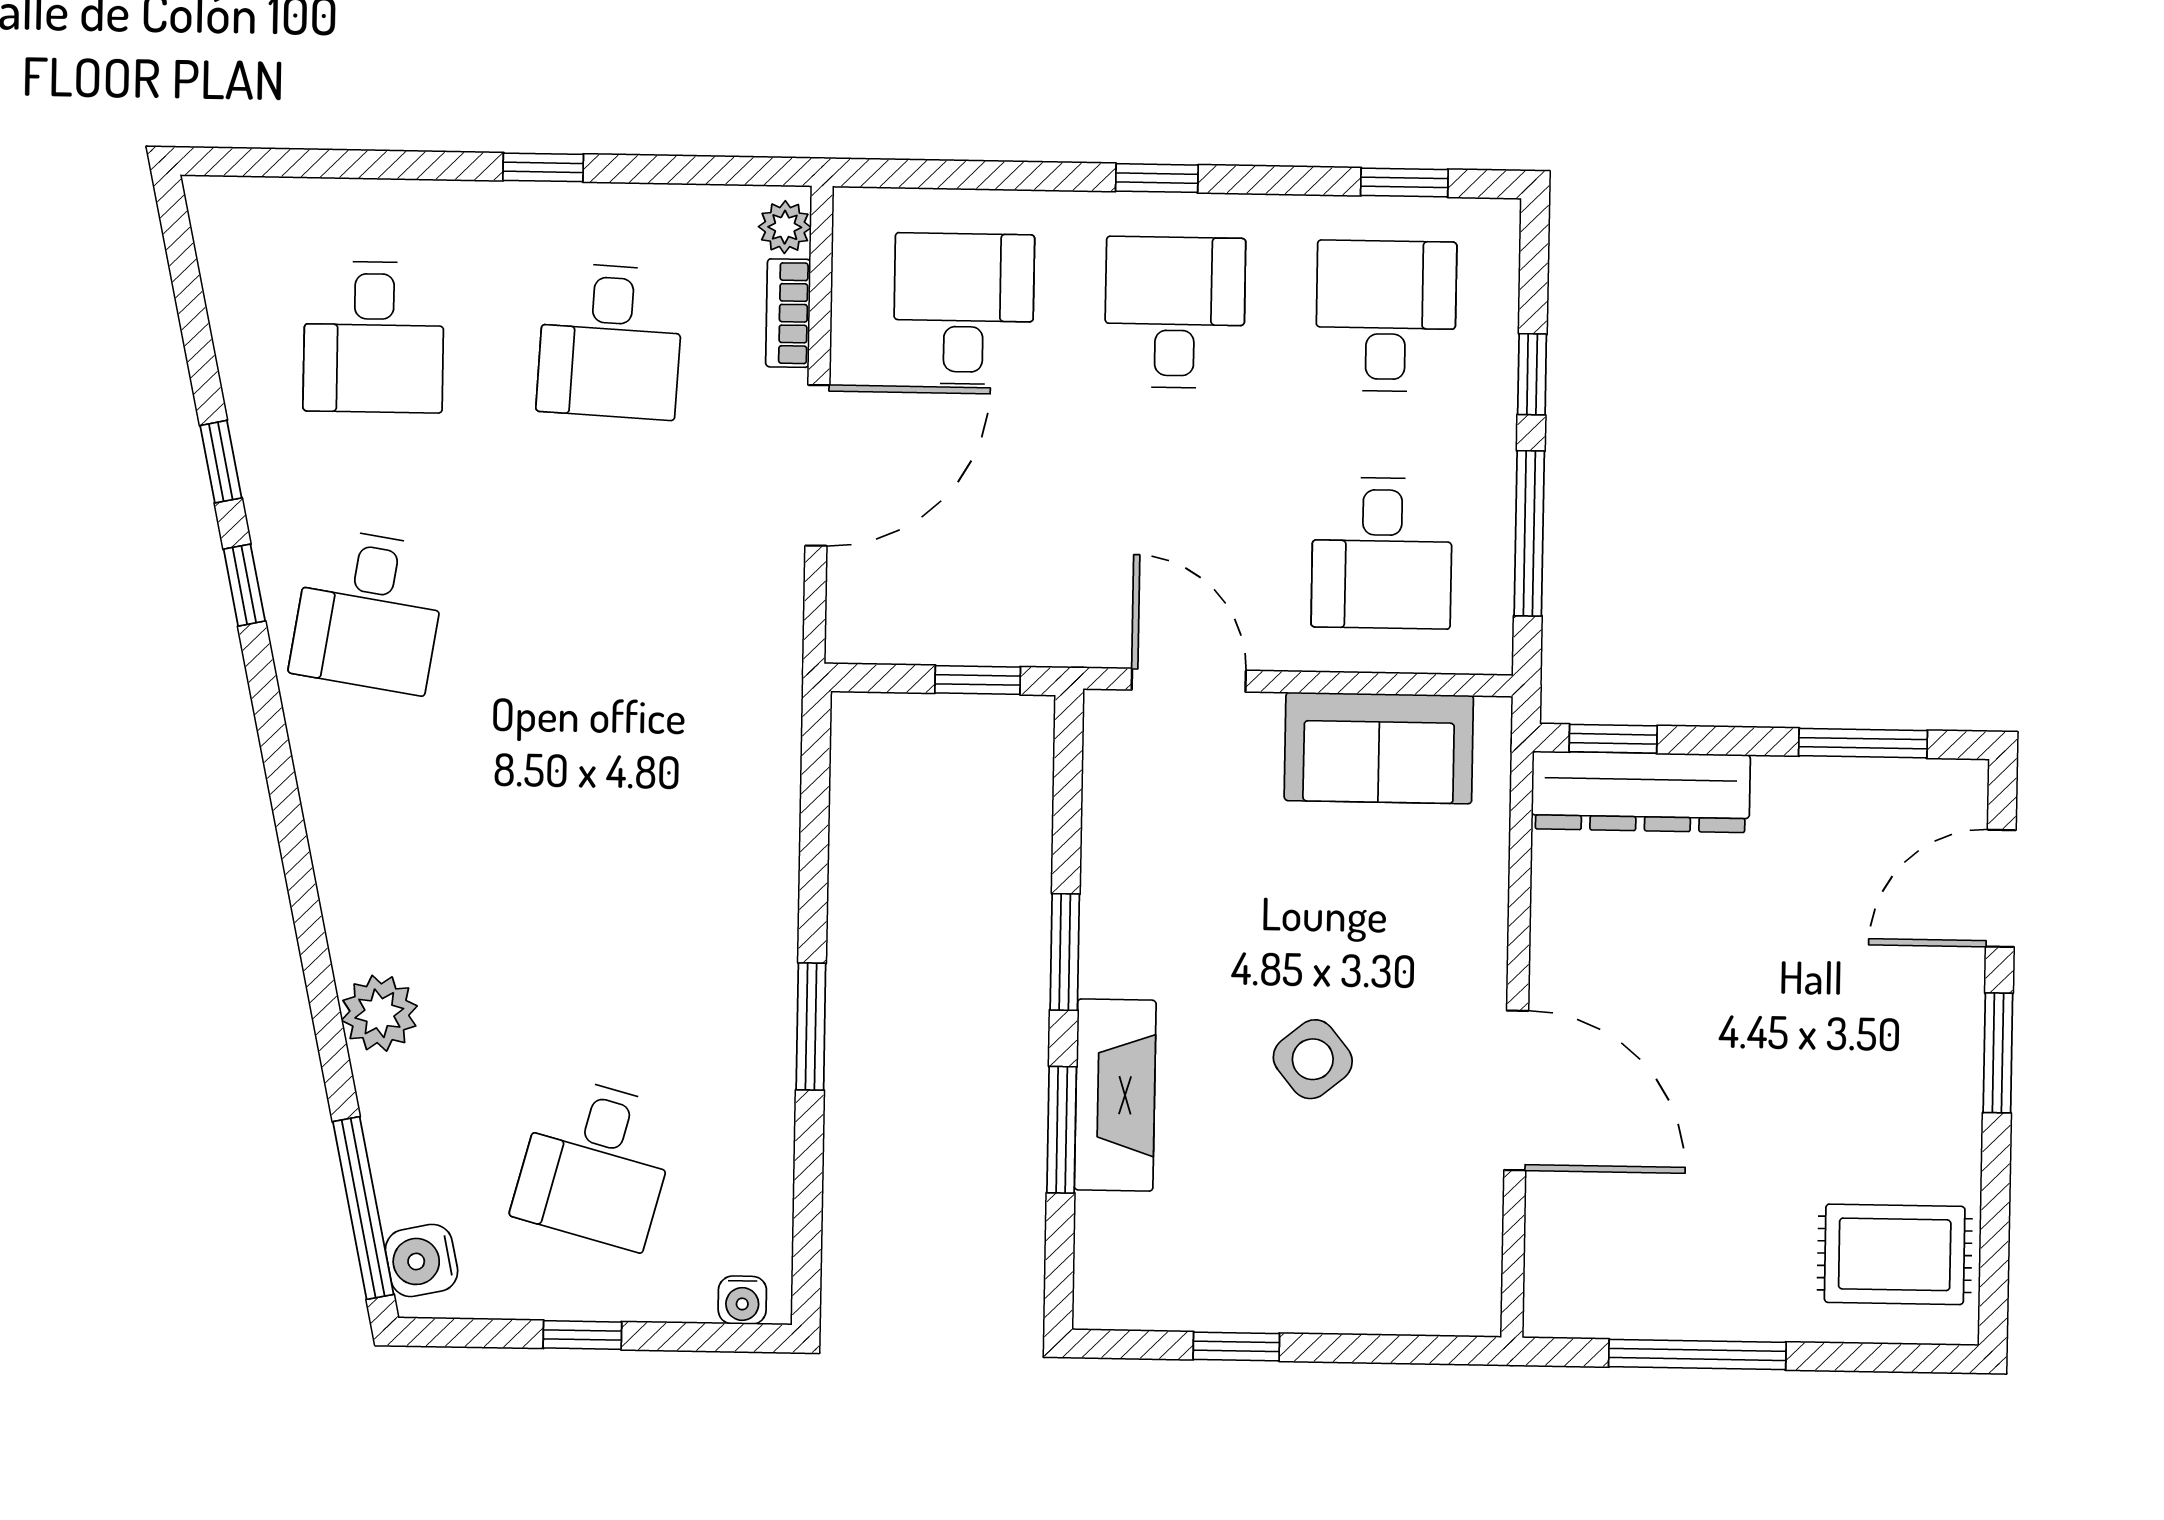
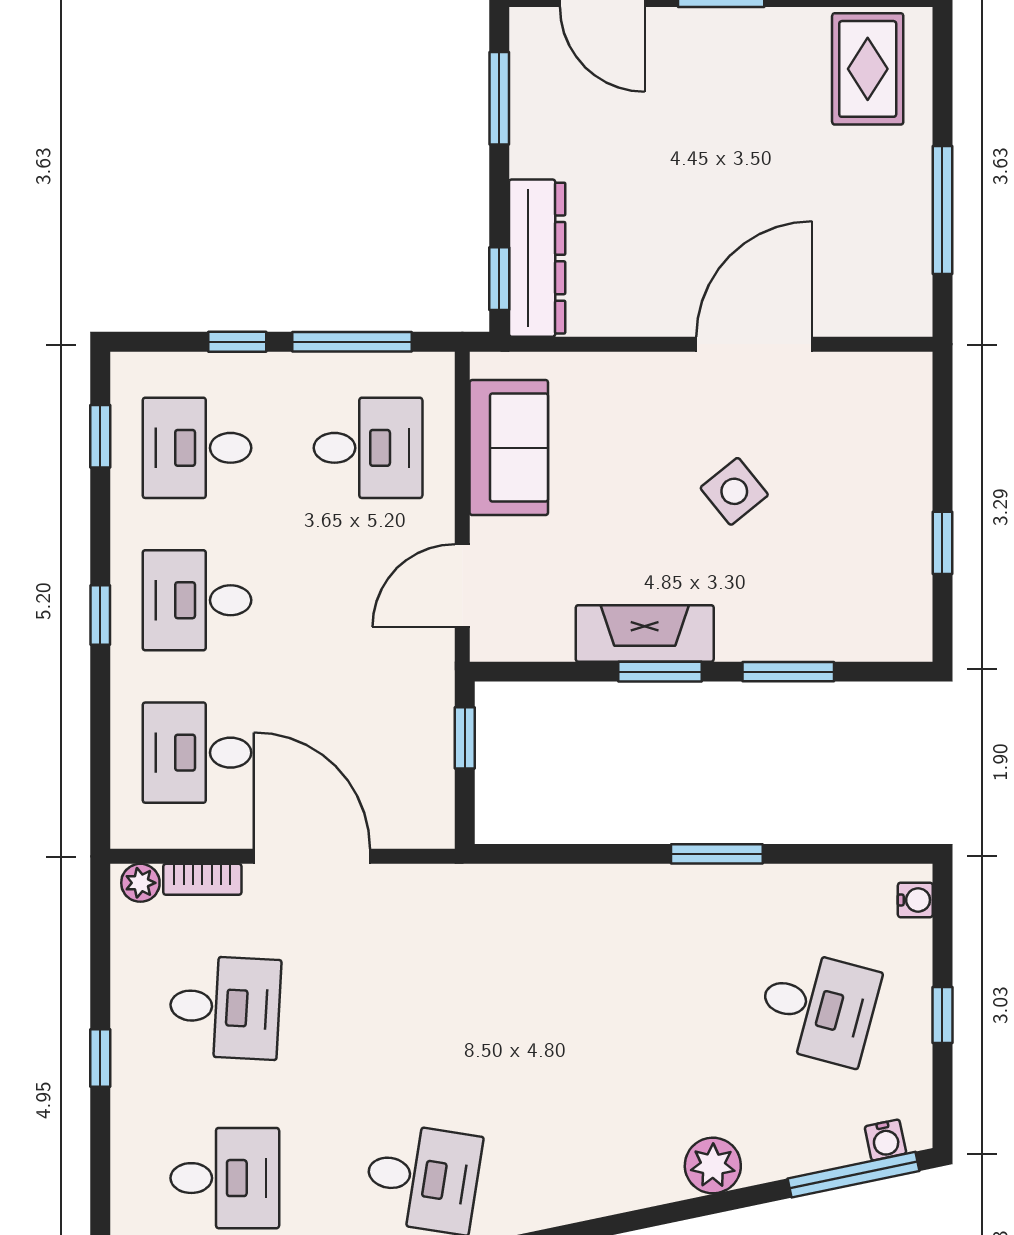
fireplace: (1115, 1095) -> (645, 633), moved
water cooler: (422, 1260) -> (885, 1140), width x0.72, depth x0.72

